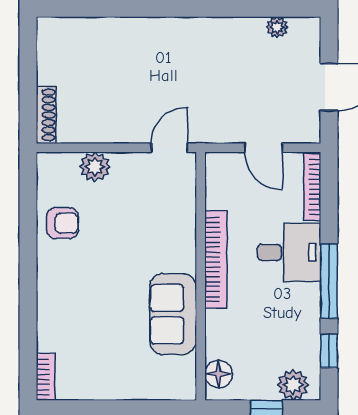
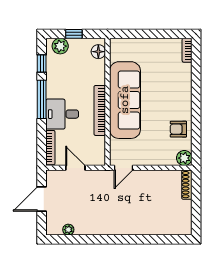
plant: (95, 167) -> (184, 158), moved
sofa: (173, 314) -> (125, 100), width x1.85, depth x1.27

